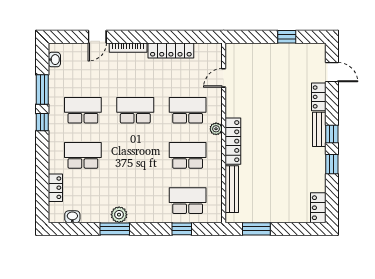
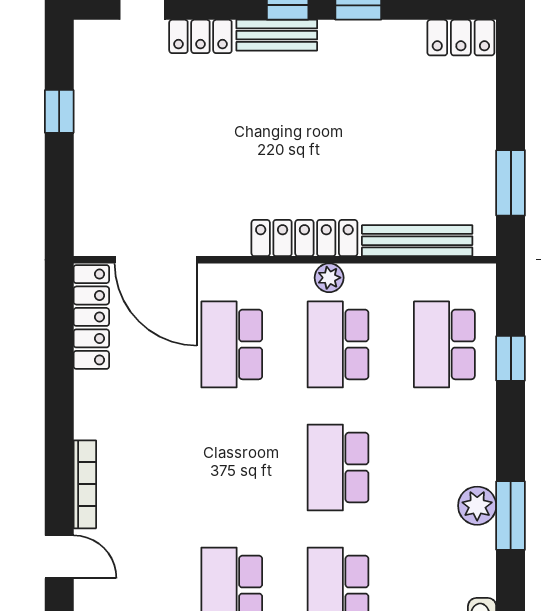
locker: (171, 50) -> (91, 317), moved
door: (224, 78) -> (156, 260), width x1.87
school desk: (135, 110) -> (338, 467), moved
plant: (216, 129) -> (329, 278), moved

